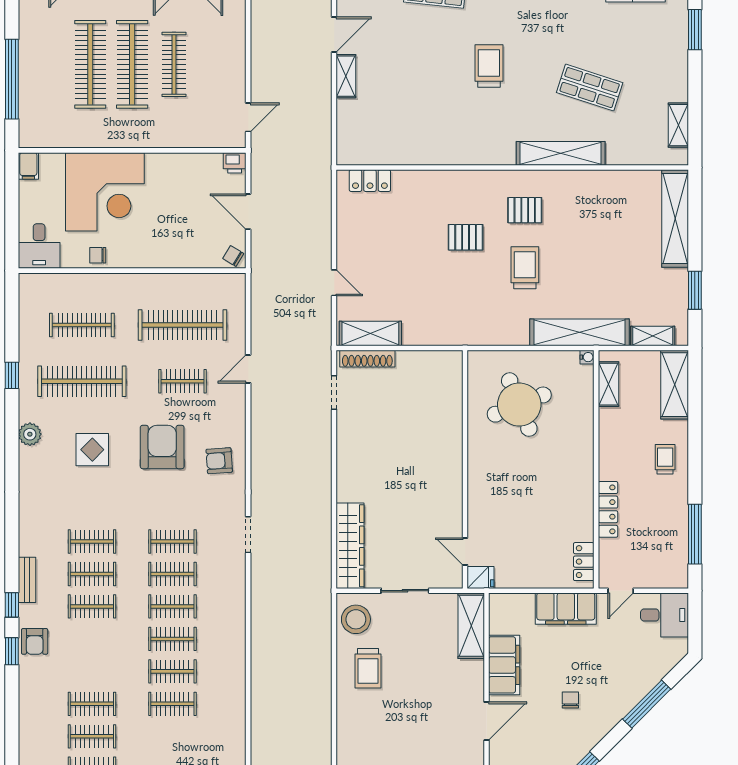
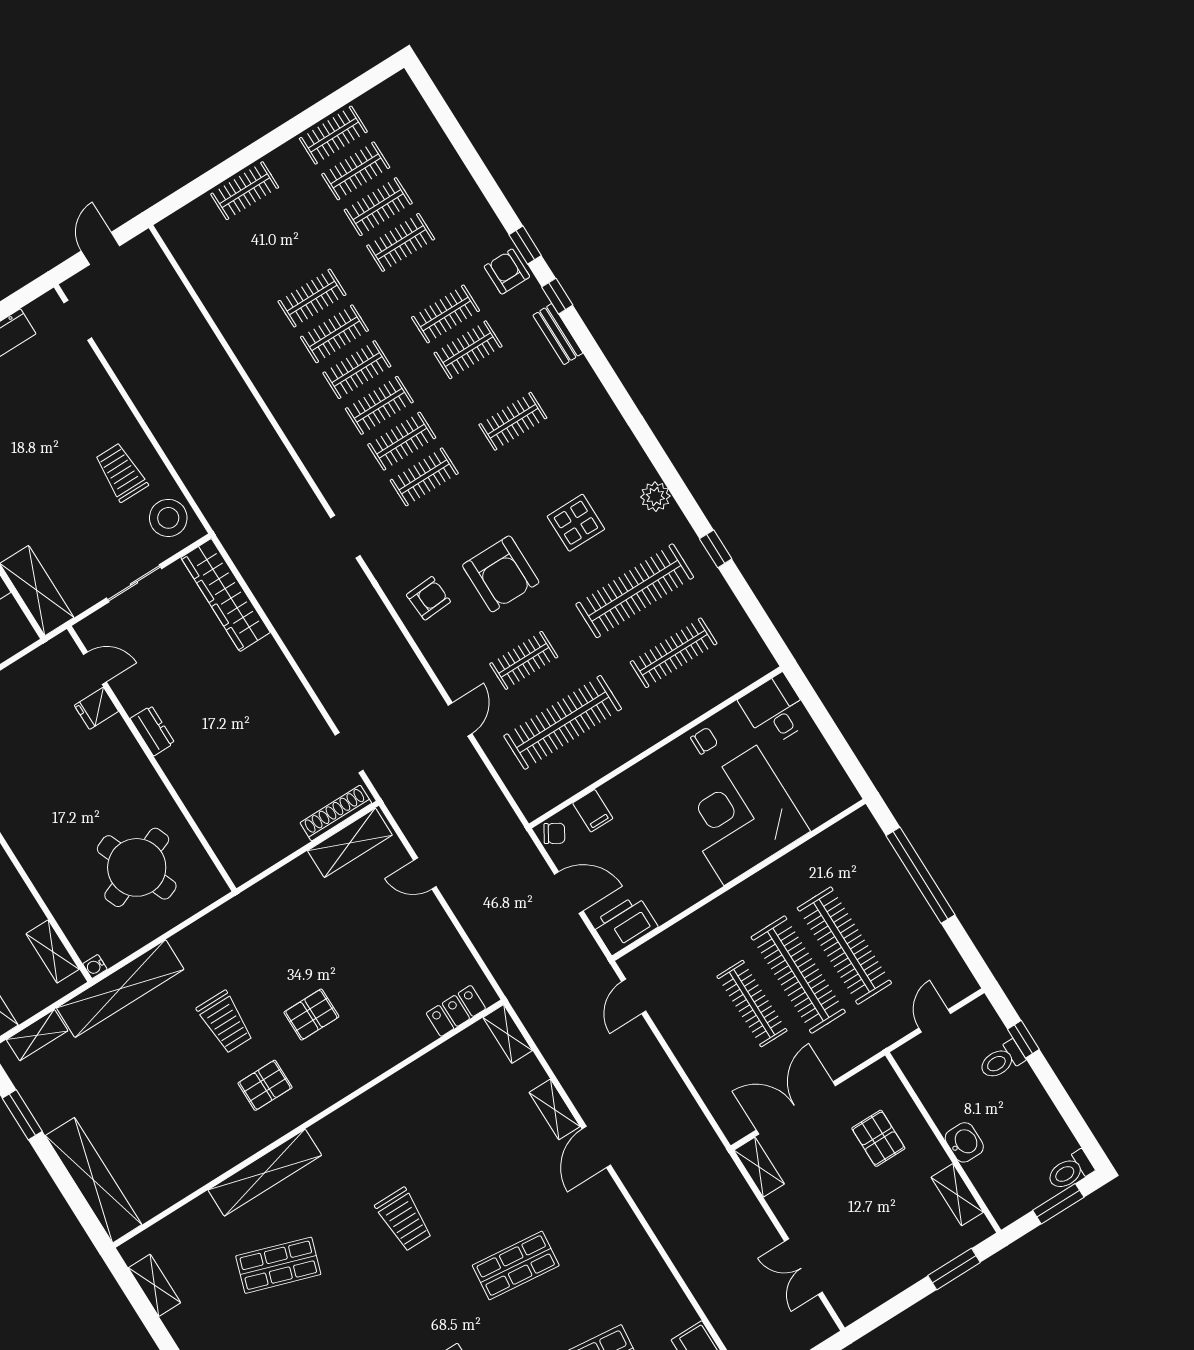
shelving: (346, 144) -> (508, 1034), added
printer: (235, 163) -> (625, 925), width x1.87, depth x1.48
filing cabinet: (28, 166) -> (593, 811), moved, turned 180
dresser: (453, 487) -> (152, 731), added
clothes rail: (92, 574) -> (446, 314), moved
fridge: (480, 577) -> (96, 708), moved

